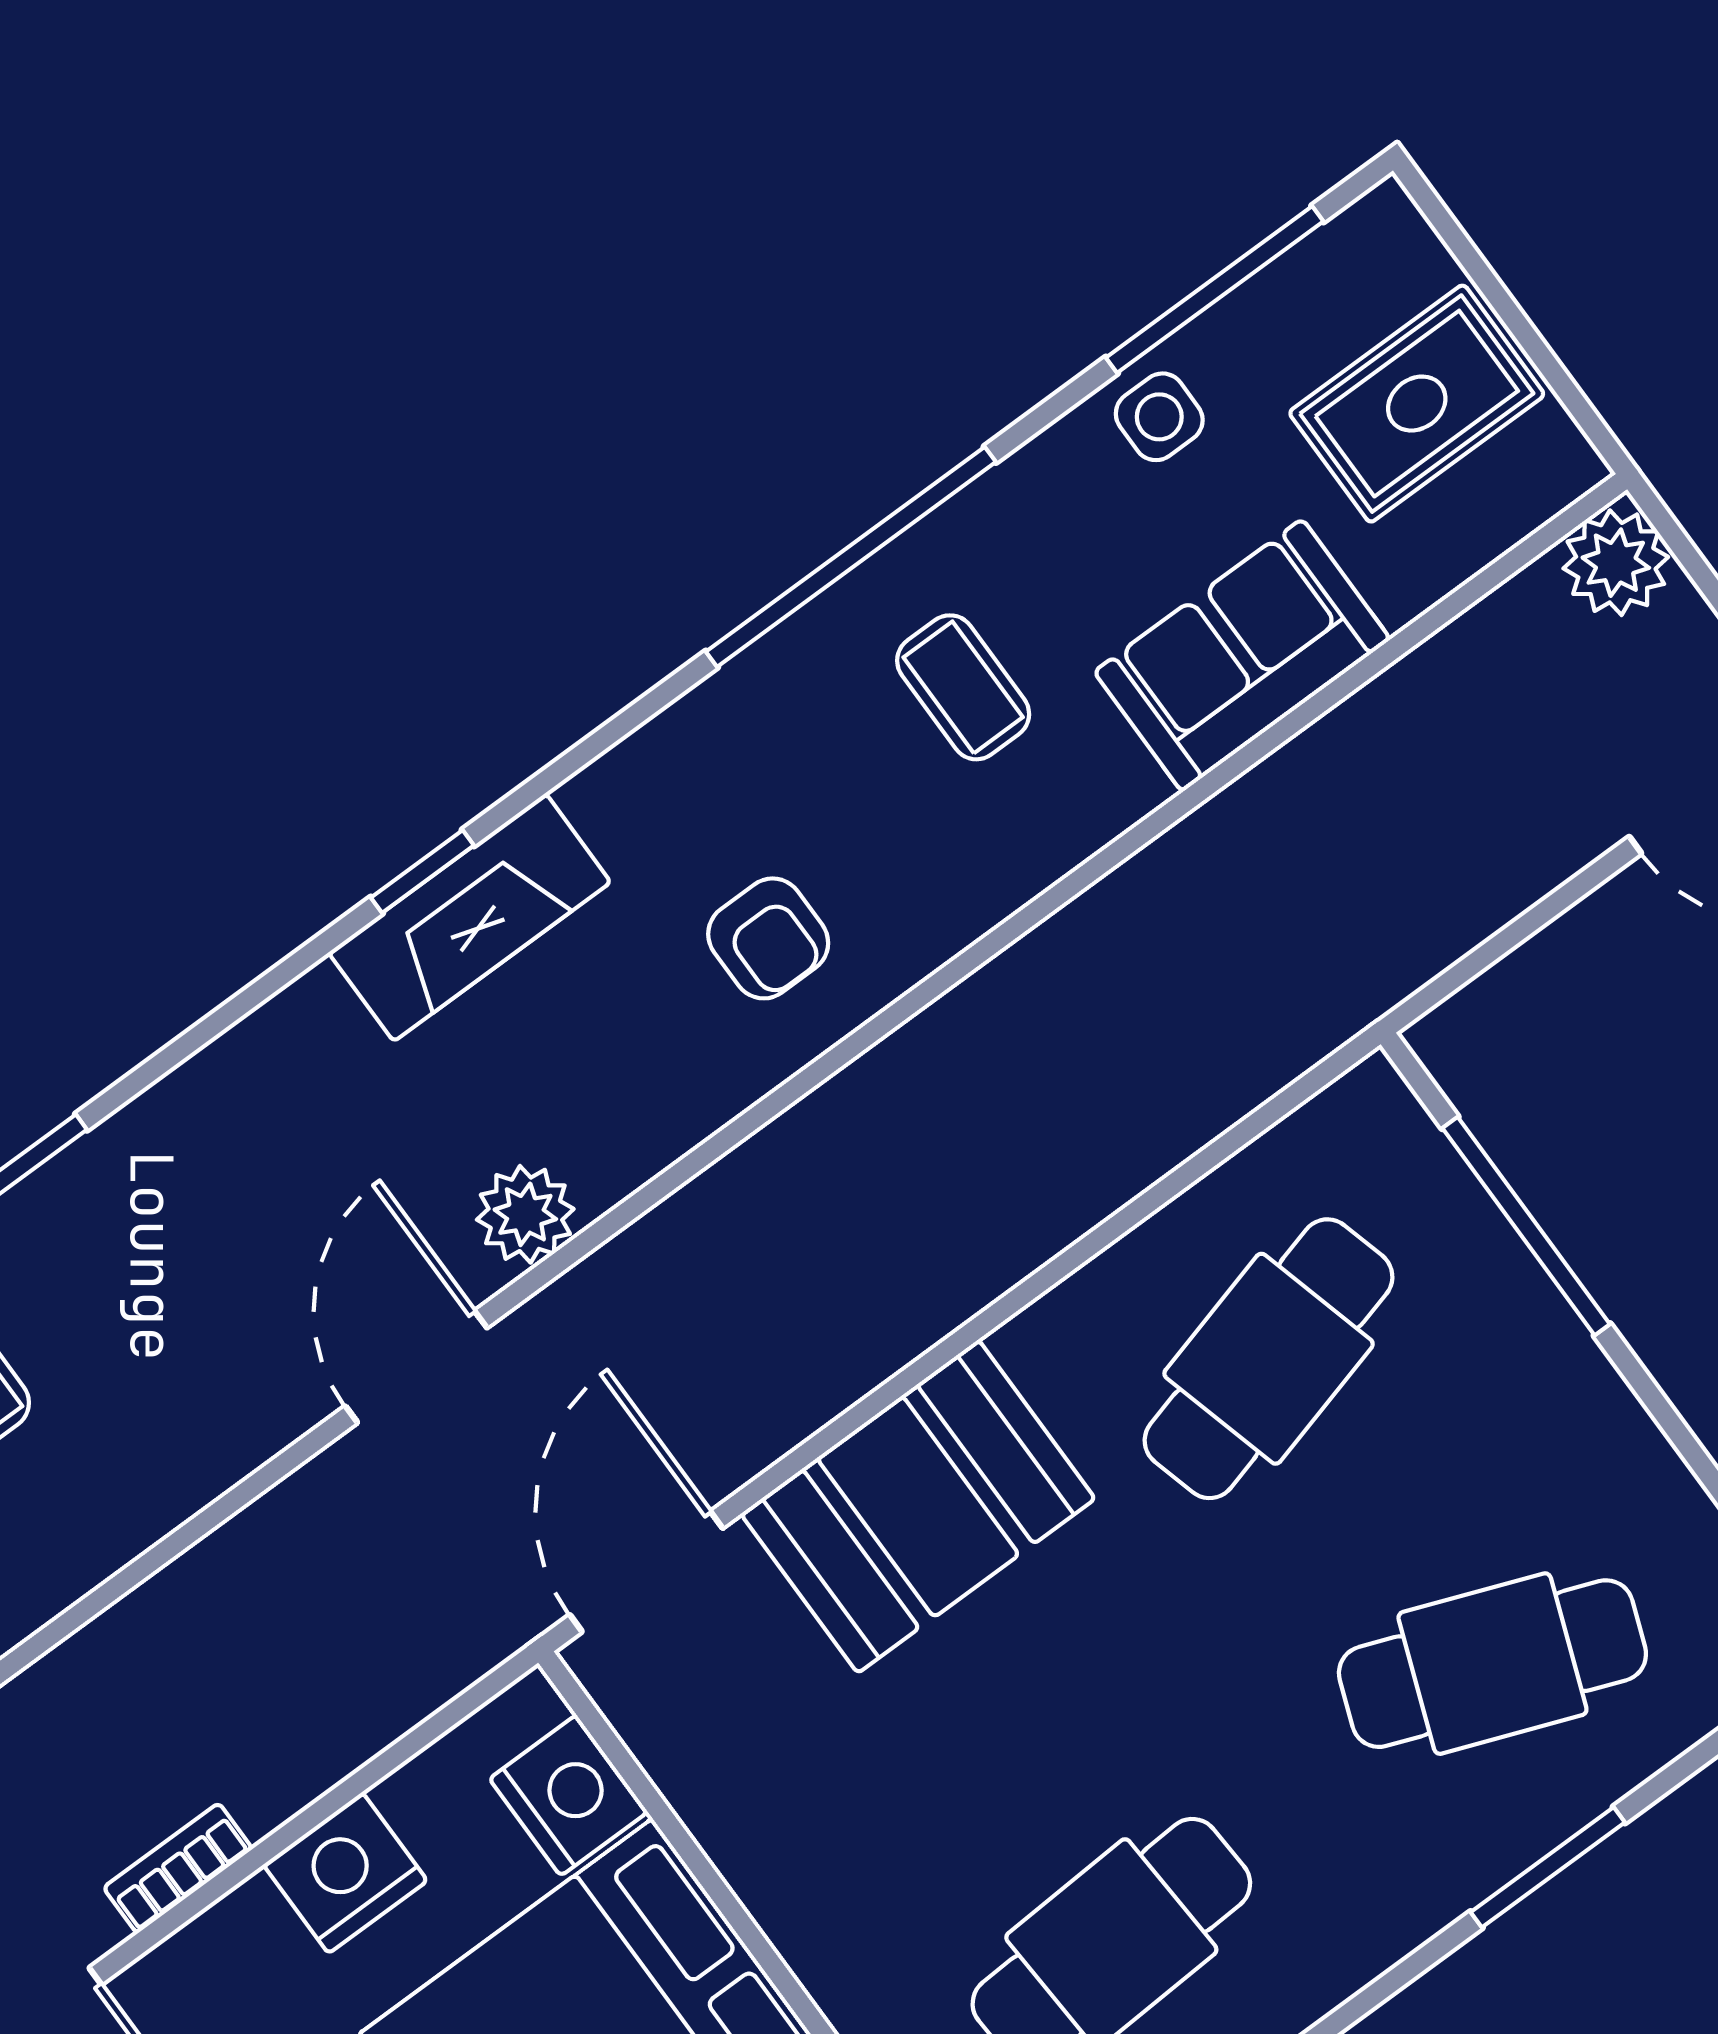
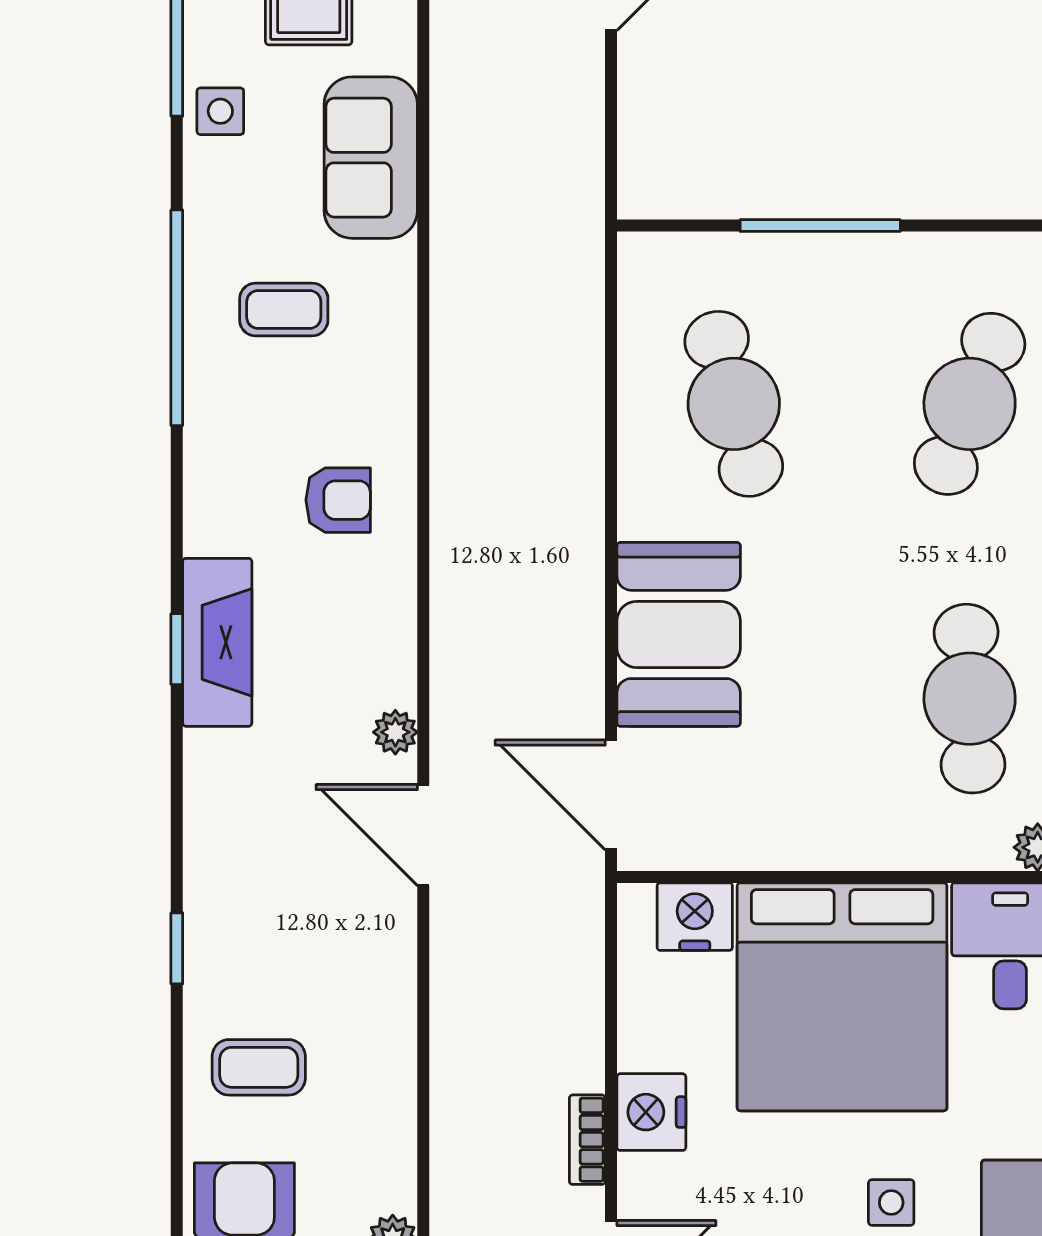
plant: (525, 1214) -> (395, 732), width x0.73, depth x0.73
window: (1526, 1226) -> (820, 226), moved
nightstand: (345, 1873) -> (651, 1112), moved

